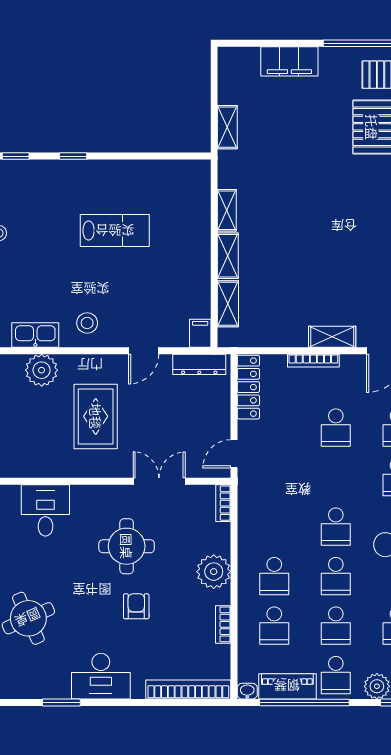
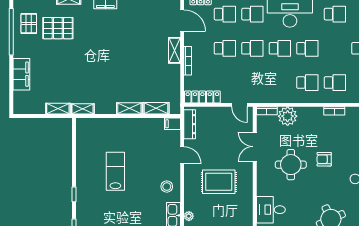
shelving: (227, 210) -> (83, 109), moved
plant: (42, 370) -> (189, 216), width x0.53, depth x0.53
plant: (214, 572) -> (288, 116), moved
school desk: (336, 626) -> (252, 48), moved

